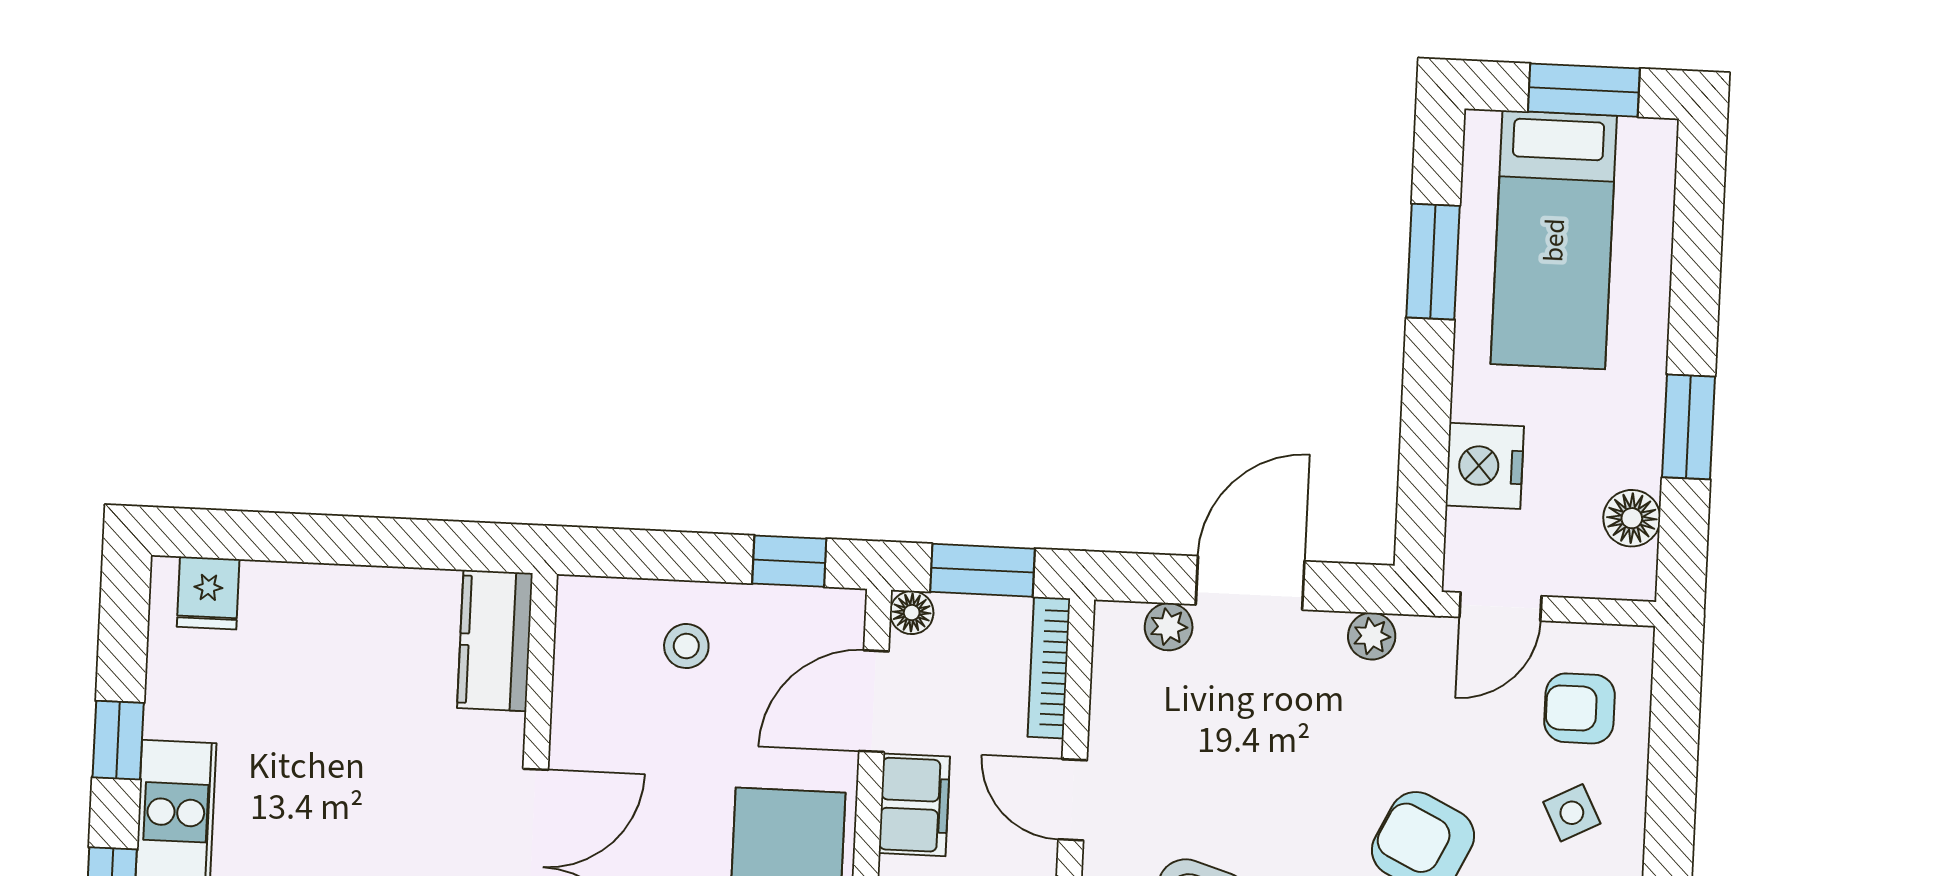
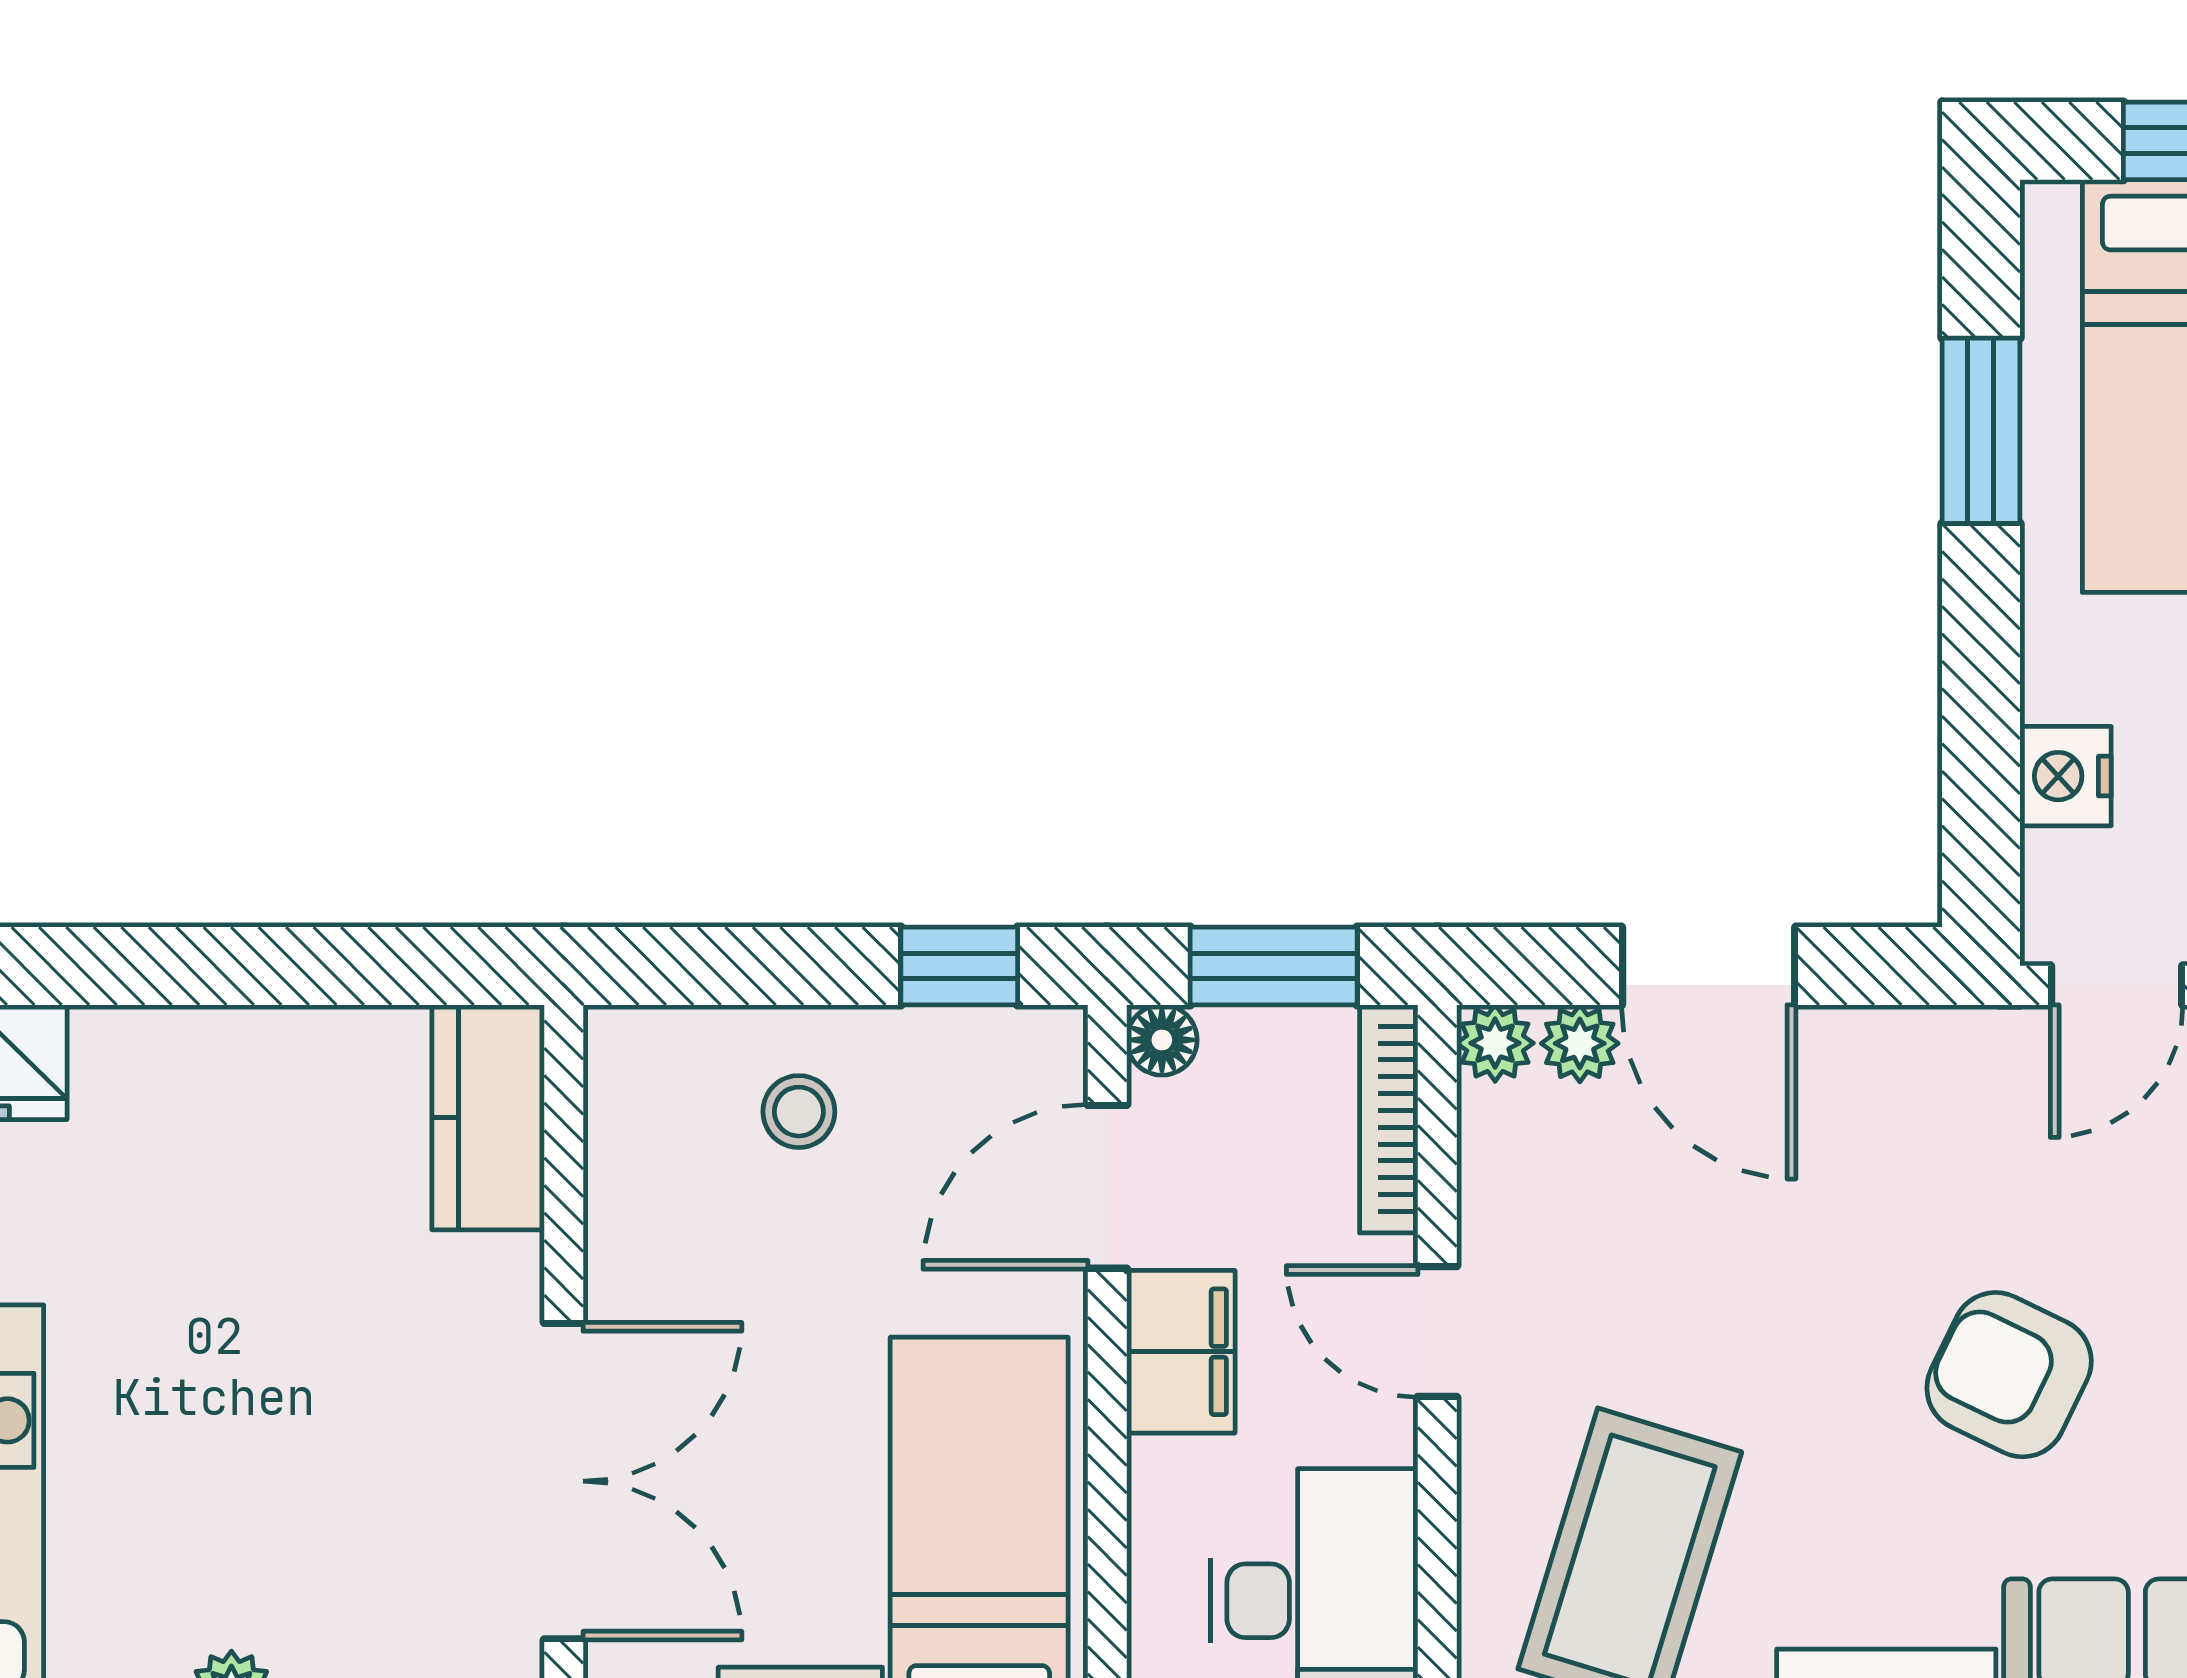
nightstand: (1485, 466) -> (2065, 776), width x0.74, depth x0.75
door: (1250, 583) -> (1709, 966), swing flipped
plant: (1372, 636) -> (1495, 1043), moved

